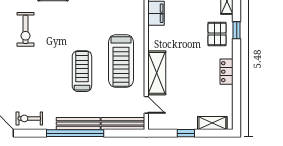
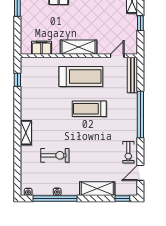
shelving: (157, 73) -> (78, 47), moved
bench: (78, 123) -> (132, 112), removed

